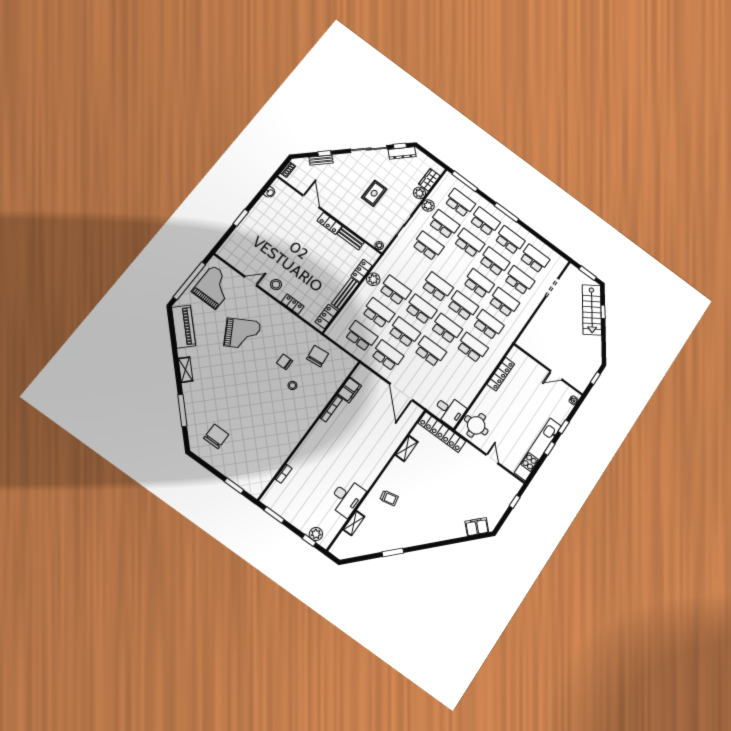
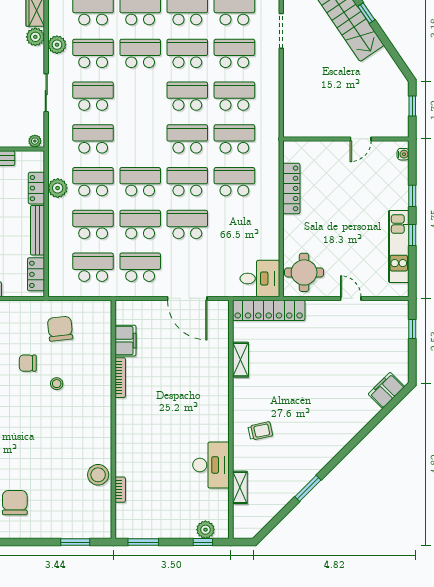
school desk: (437, 287) -> (93, 139), moved
kitchen unit: (538, 449) -> (399, 246), width x0.73
stool: (277, 456) -> (98, 475), added

